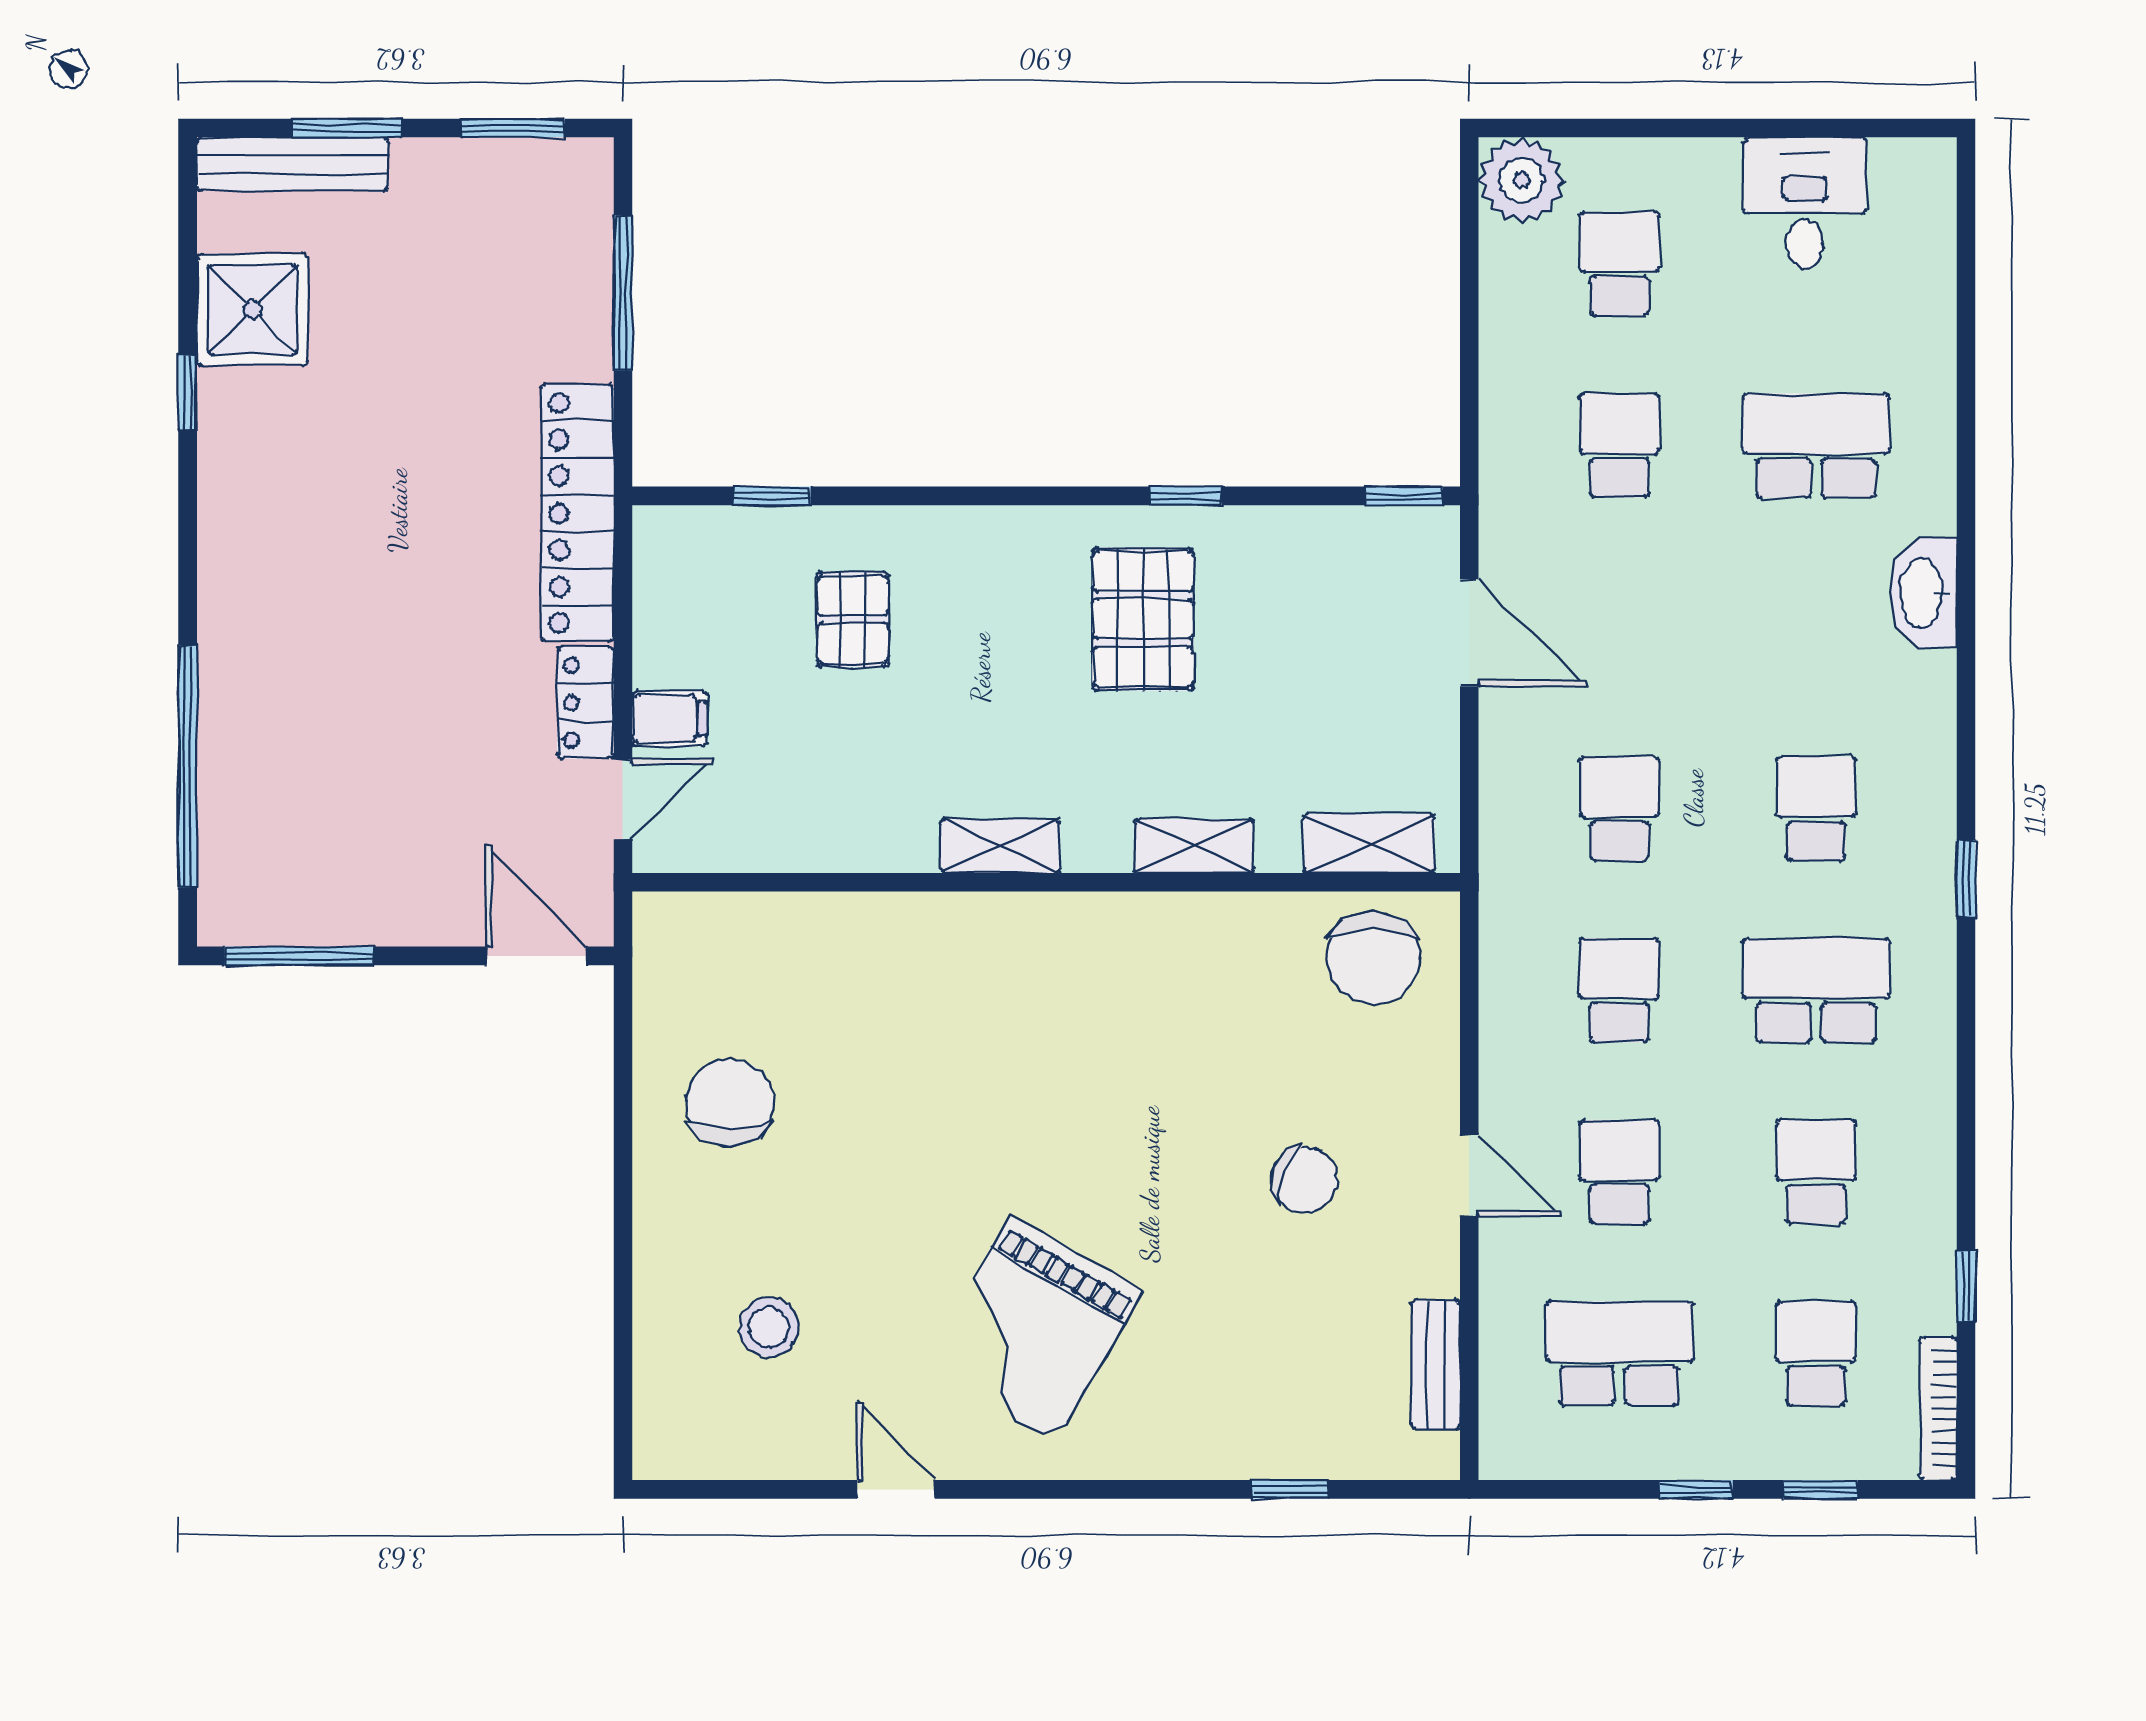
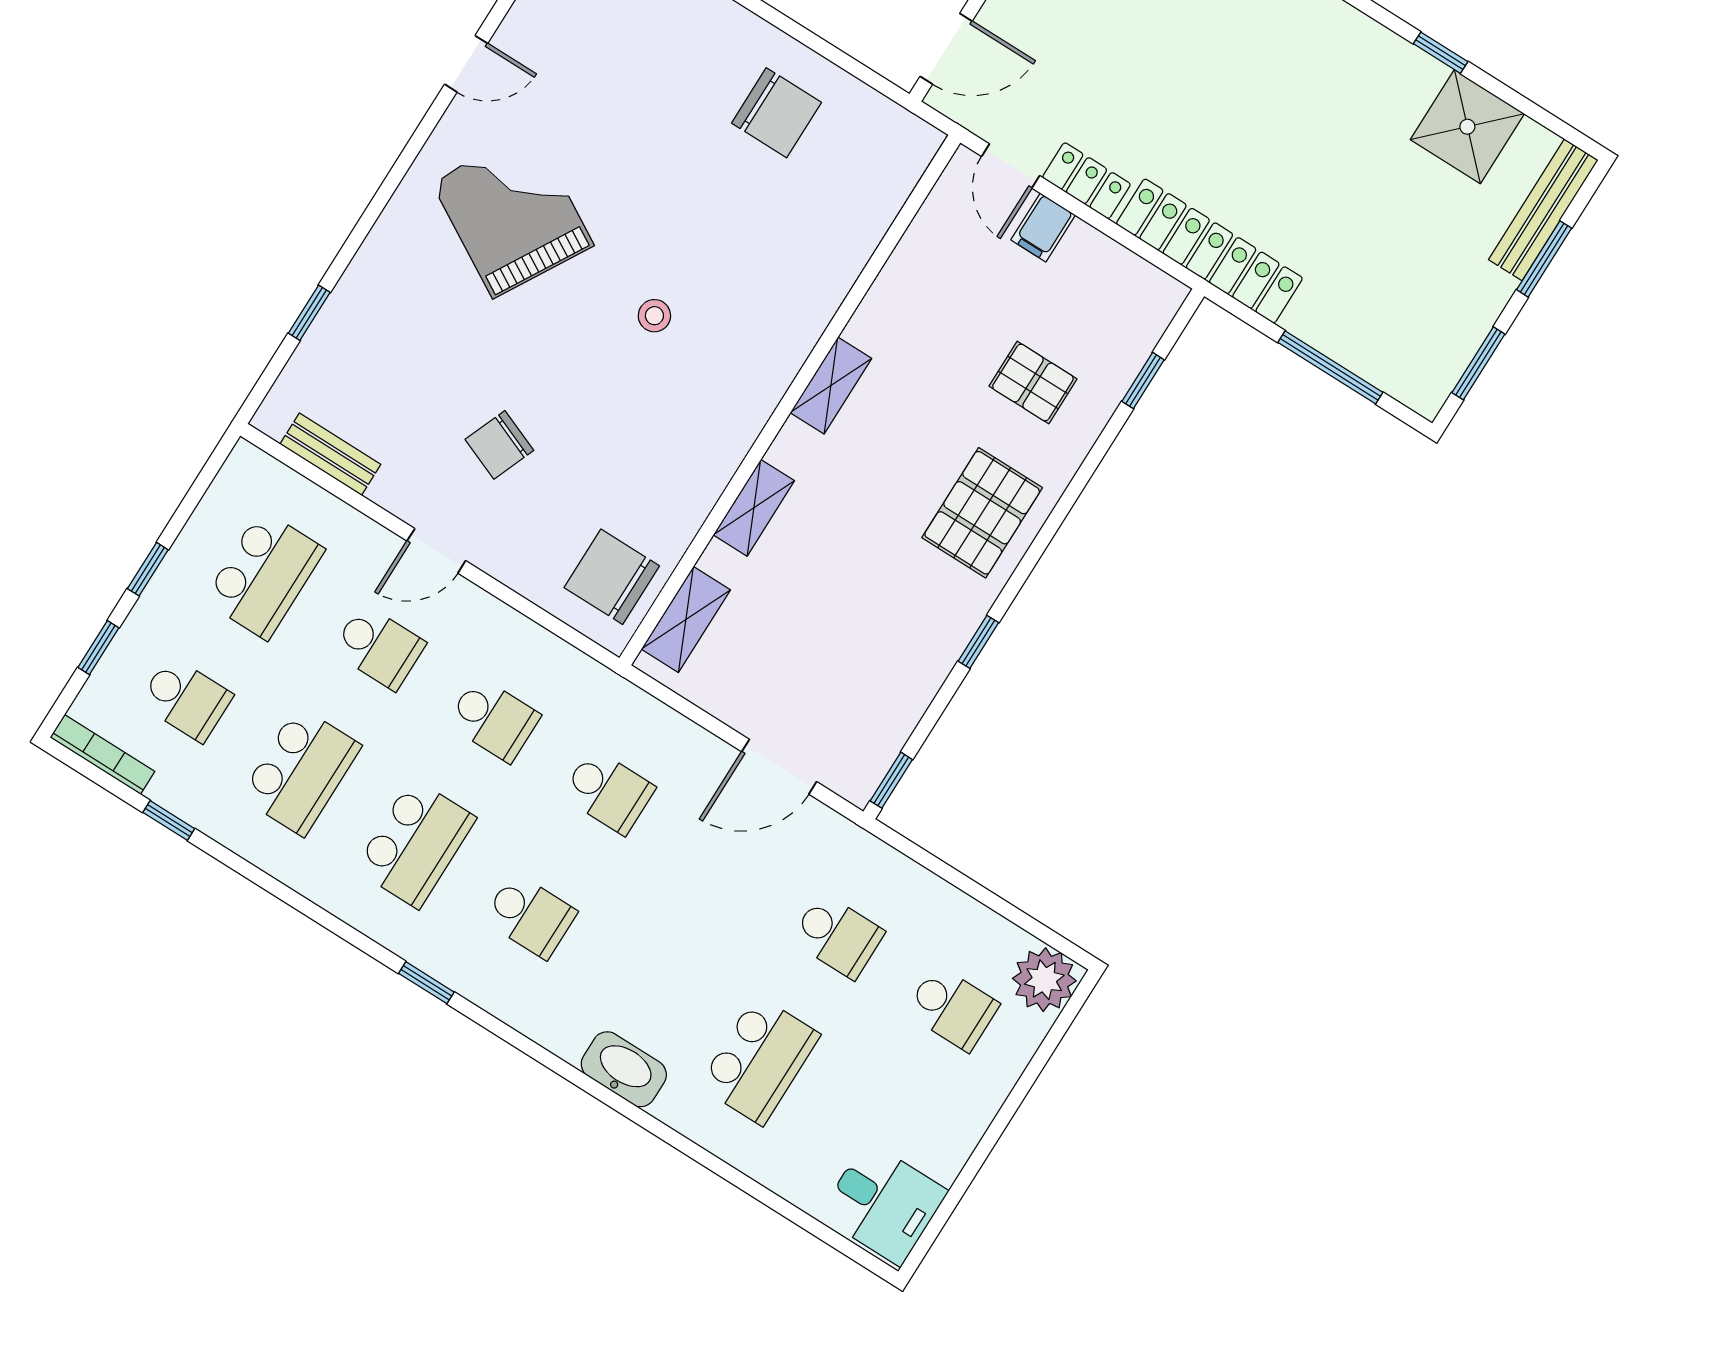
desk: (1805, 203) -> (883, 1203), moved
pallet: (1143, 619) -> (982, 513), moved, turned 90
school desk: (1816, 1172) -> (301, 771), width x1.85
stool: (769, 1327) -> (654, 316), moved, width x0.73, depth x0.73

